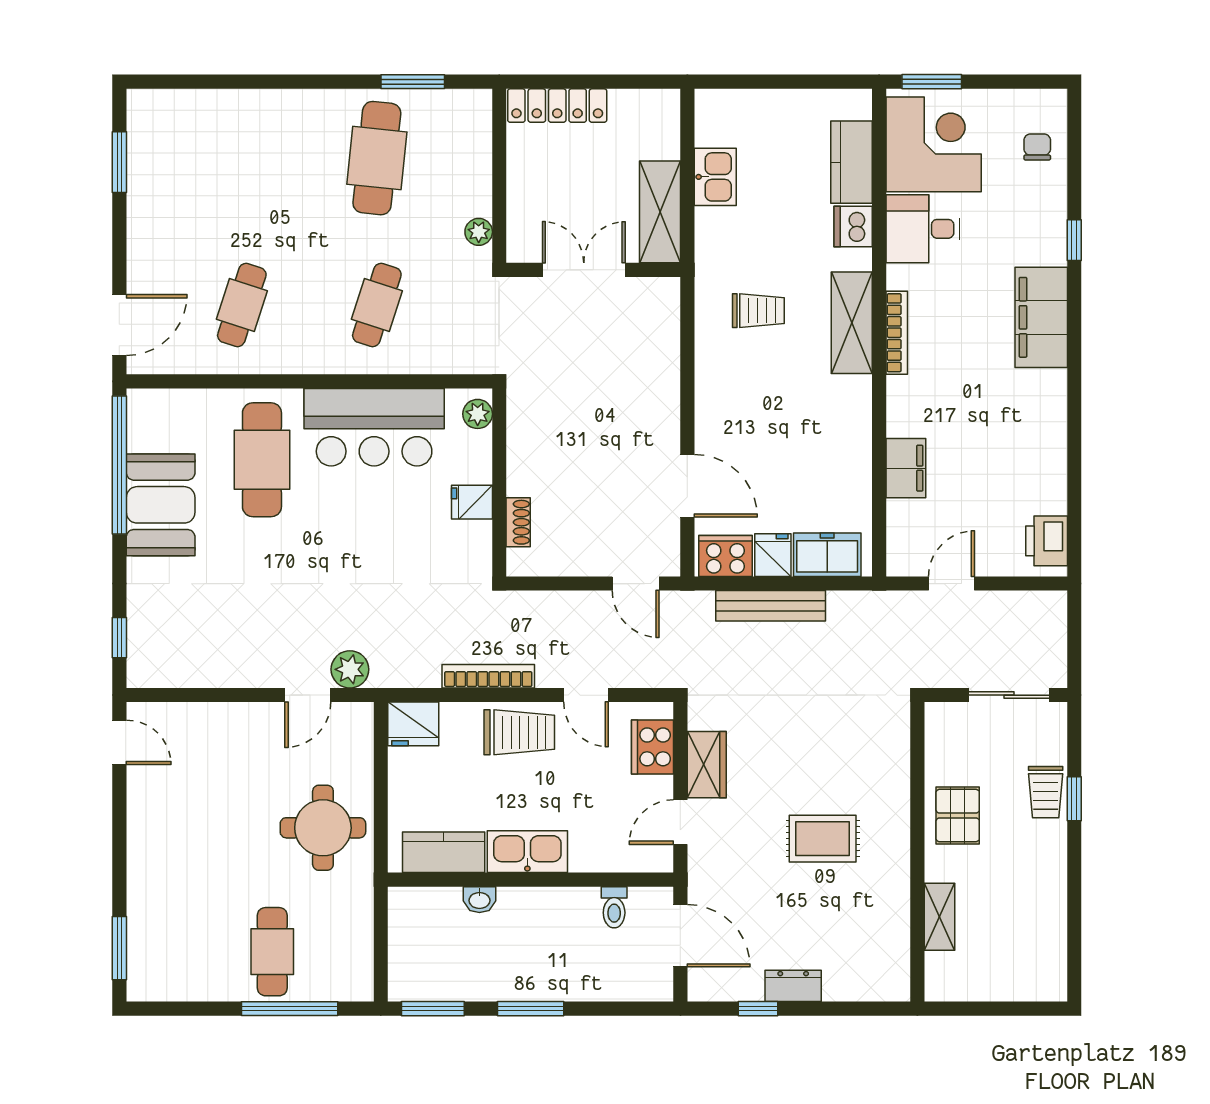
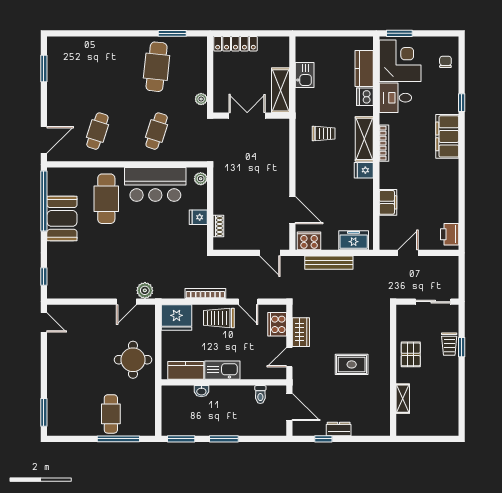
fridge: (773, 555) -> (364, 170), moved, turned -90
fridge: (413, 724) -> (177, 318), width x1.36, depth x1.34
trolley: (519, 732) -> (219, 318), turned 180

